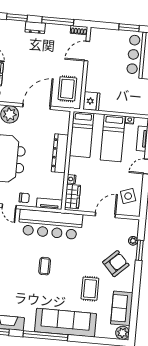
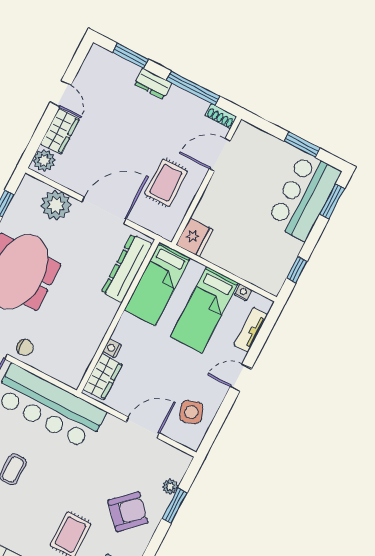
rug: (67, 89) -> (166, 183), moved
dresser: (60, 153) -> (127, 268), moved
tv unit: (49, 204) -> (61, 373), removed

